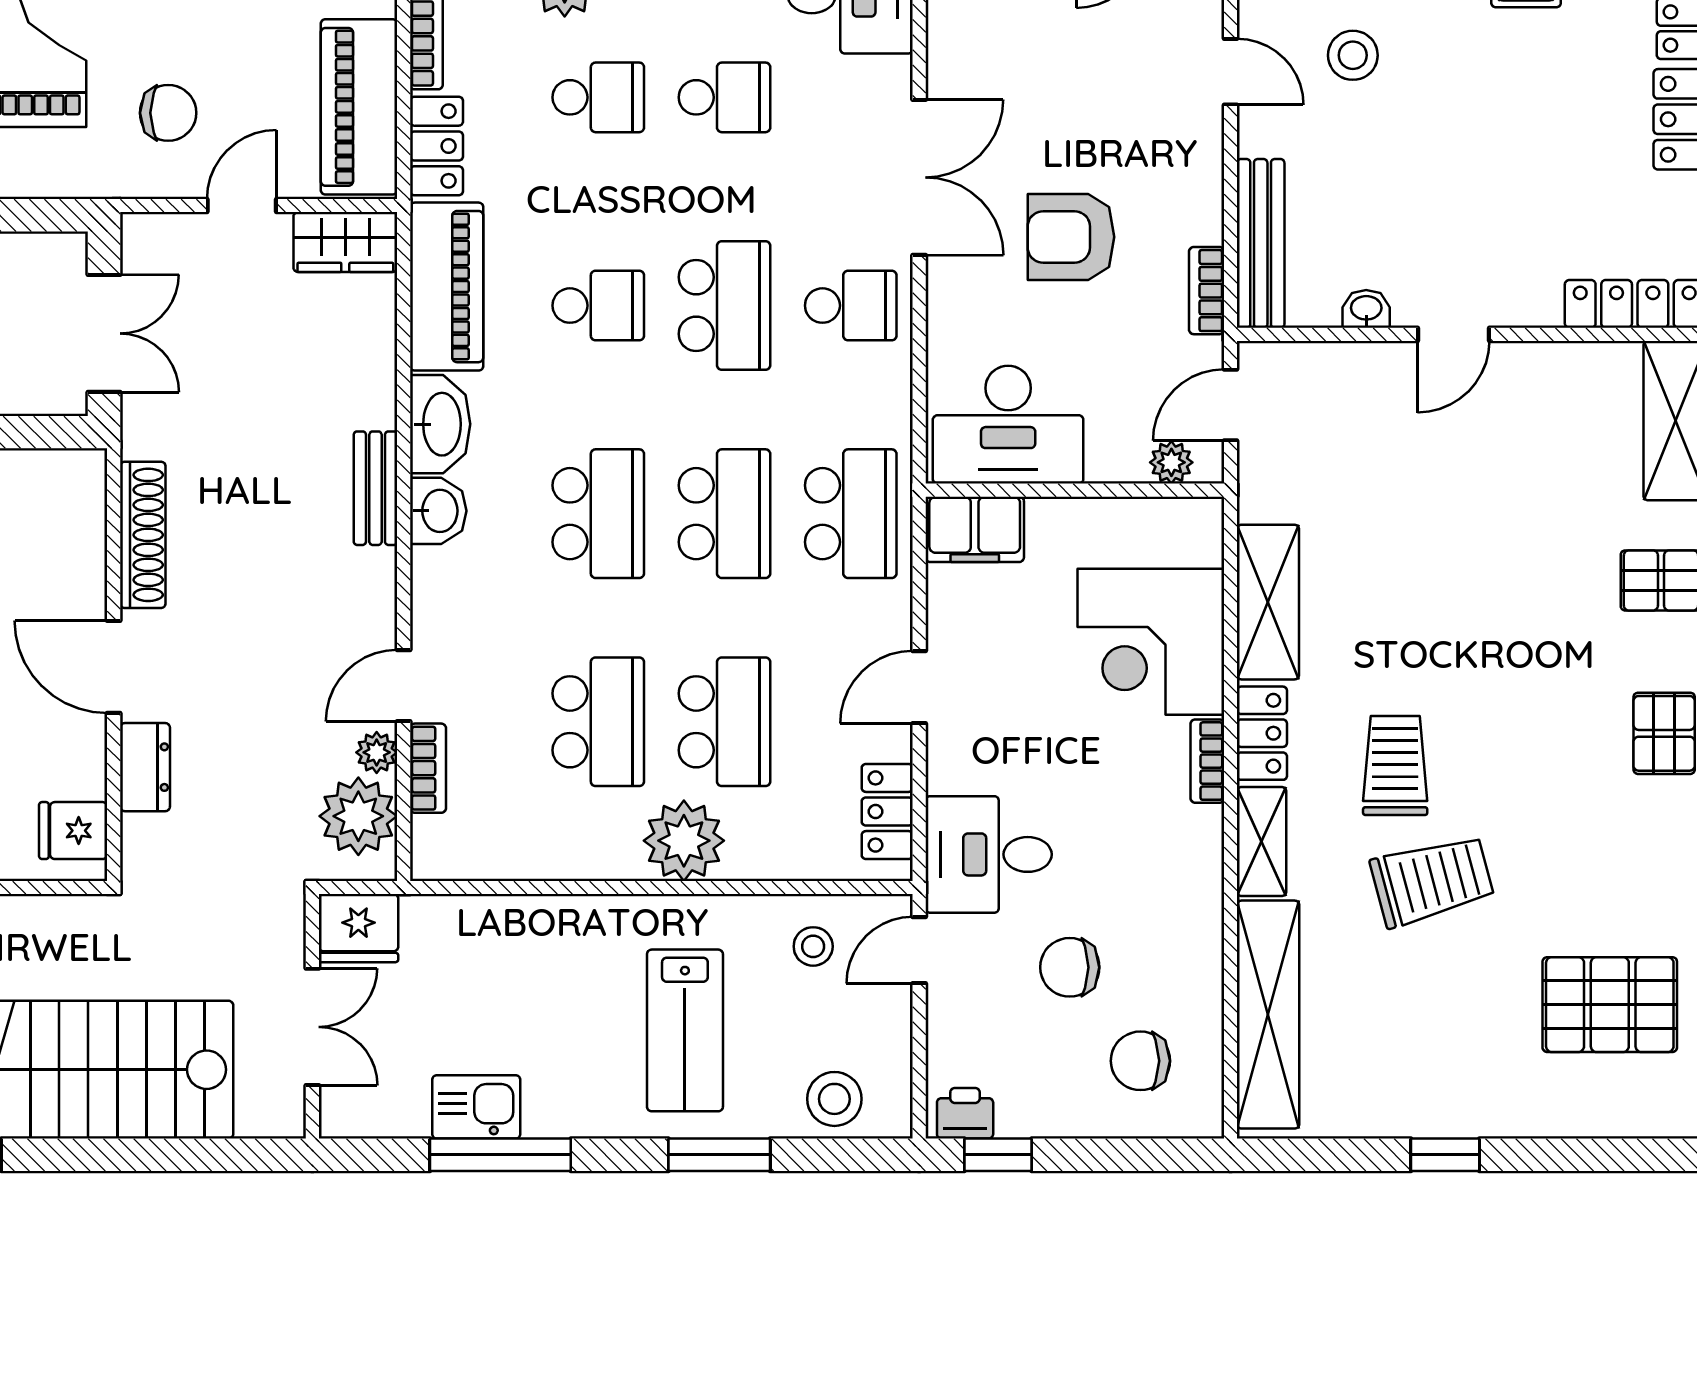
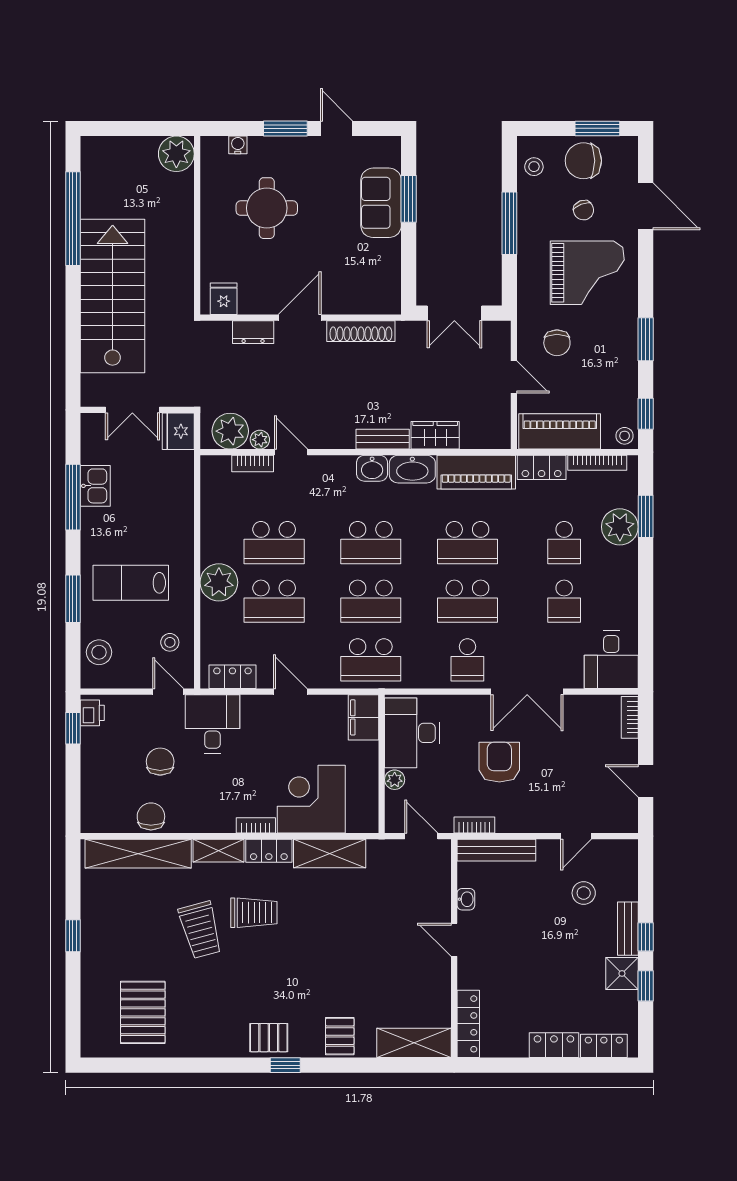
wardrobe: (345, 242) -> (435, 435), moved, turned 90
school desk: (598, 306) -> (467, 543), width x1.85
plant: (1171, 462) -> (395, 780), moved
chair: (1140, 1061) -> (151, 816), moved

